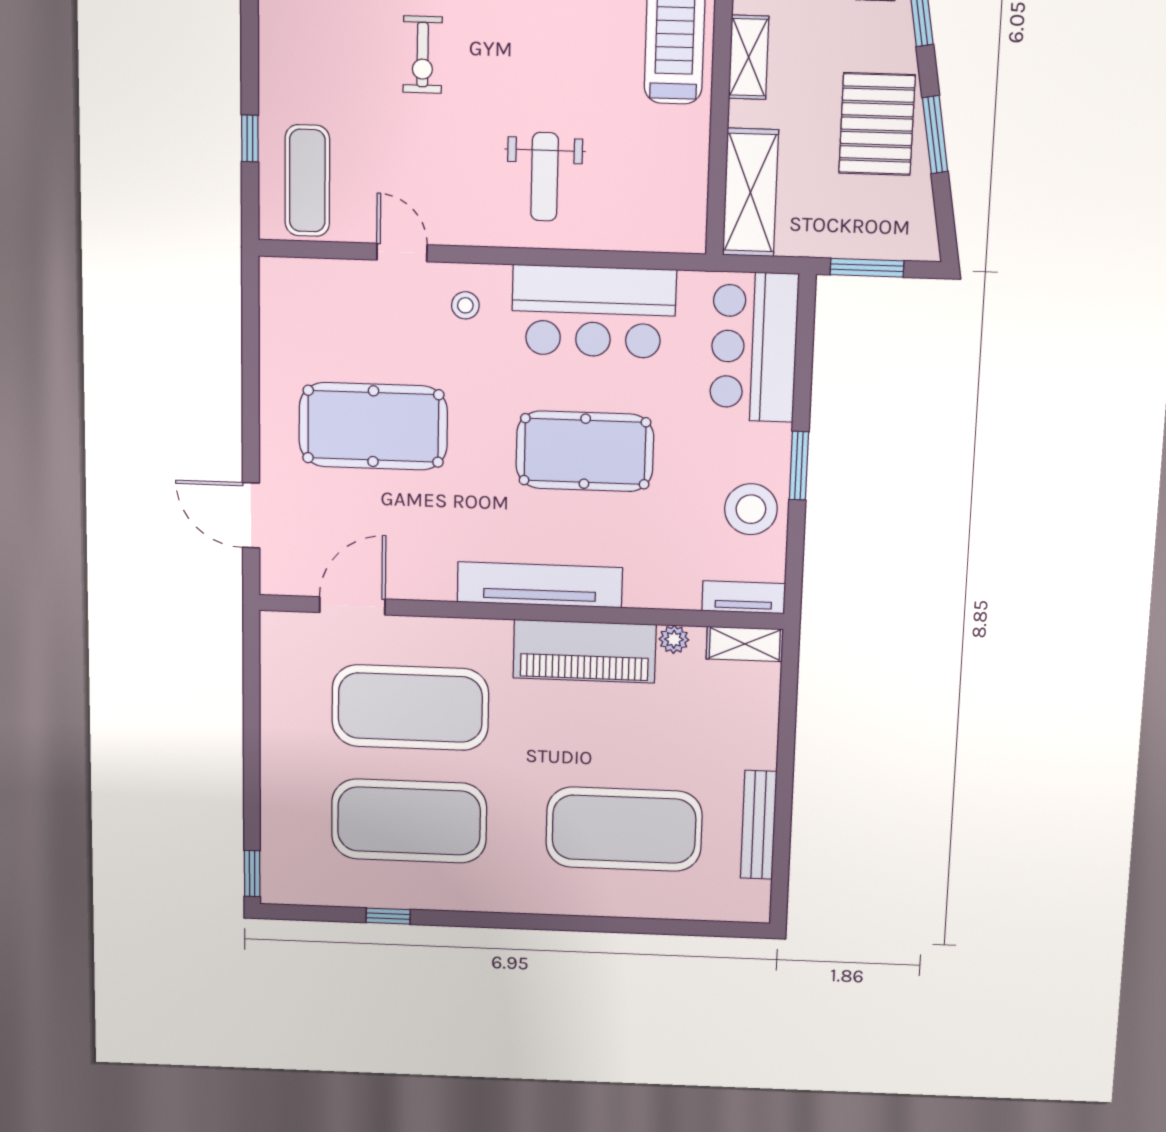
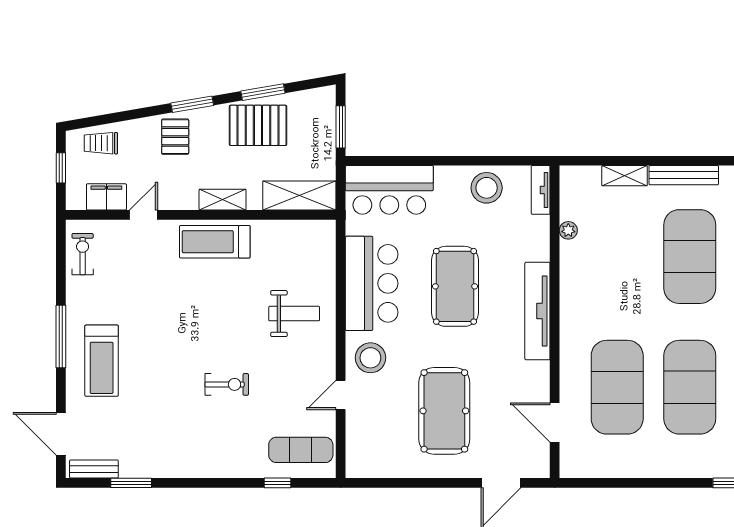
stool: (465, 305) -> (370, 358), width x1.89, depth x1.89
window: (799, 466) -> (459, 161), removed
shelving: (745, 644) -> (625, 176), moved, turned 90
piano: (585, 651) -> (578, 283), removed

